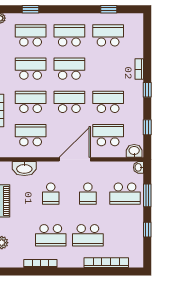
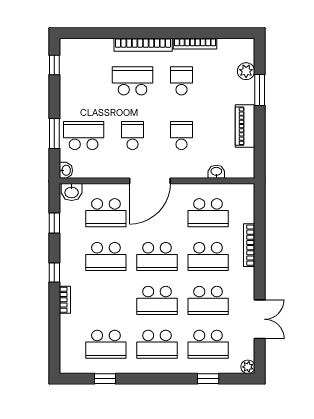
washbasin: (24, 169) -> (216, 172), width x0.52, depth x0.69
window: (147, 230) -> (54, 65), moved
school desk: (51, 235) -> (181, 81), width x0.54
bookcase: (106, 263) -> (143, 45), moved

